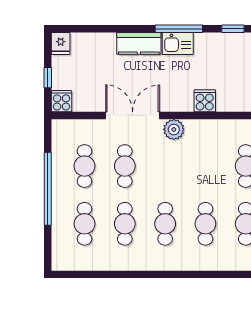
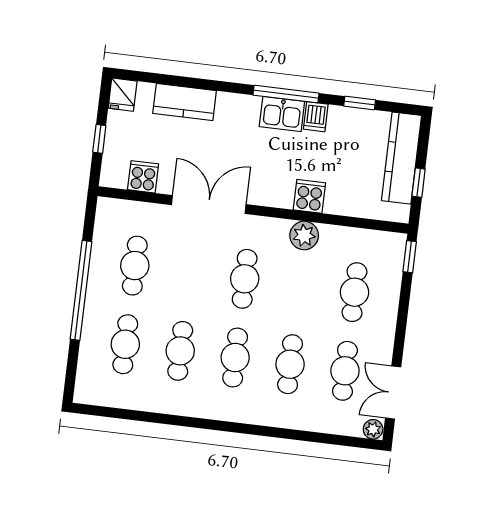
kitchen counter: (139, 43) -> (185, 102), moved
dishwasher: (202, 43) -> (316, 117), added
cooker: (62, 101) -> (143, 177), moved
plant: (174, 129) -> (304, 235), moved
cafe table: (125, 166) -> (245, 279), moved

